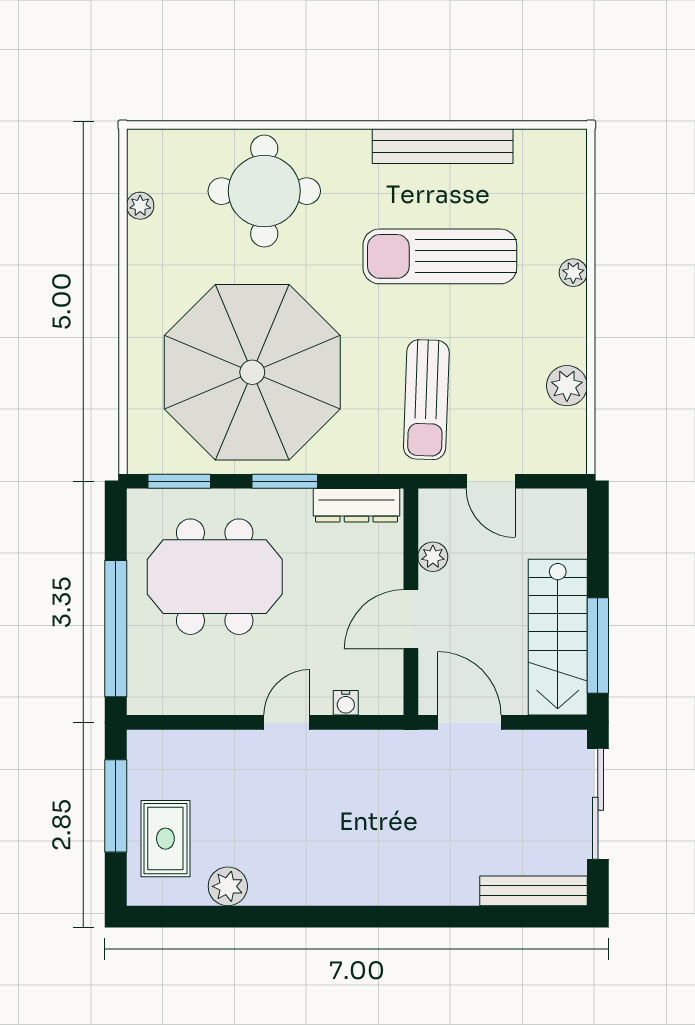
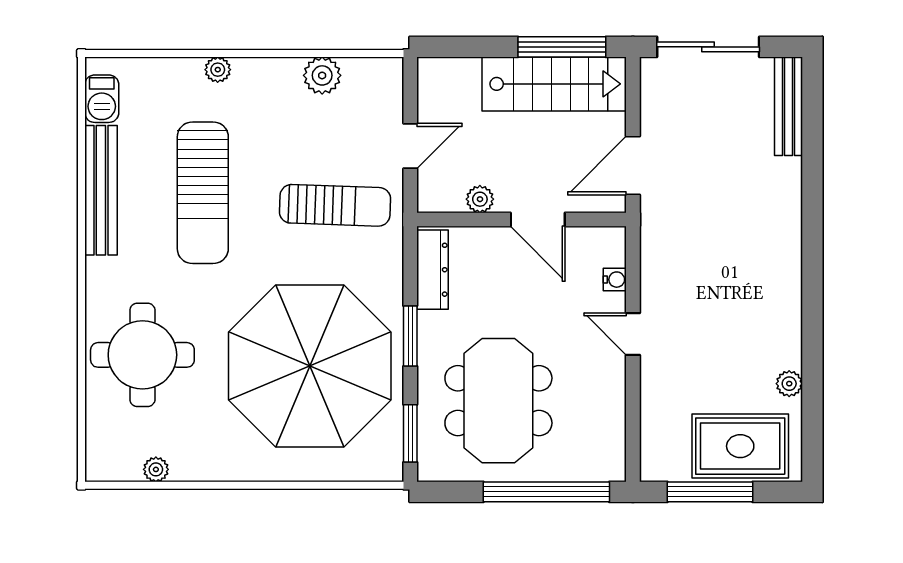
barbecue: (542, 147) -> (102, 99), added
rug: (165, 839) -> (740, 446), width x1.36, depth x1.43
plant: (228, 886) -> (789, 384), width x0.73, depth x0.73

